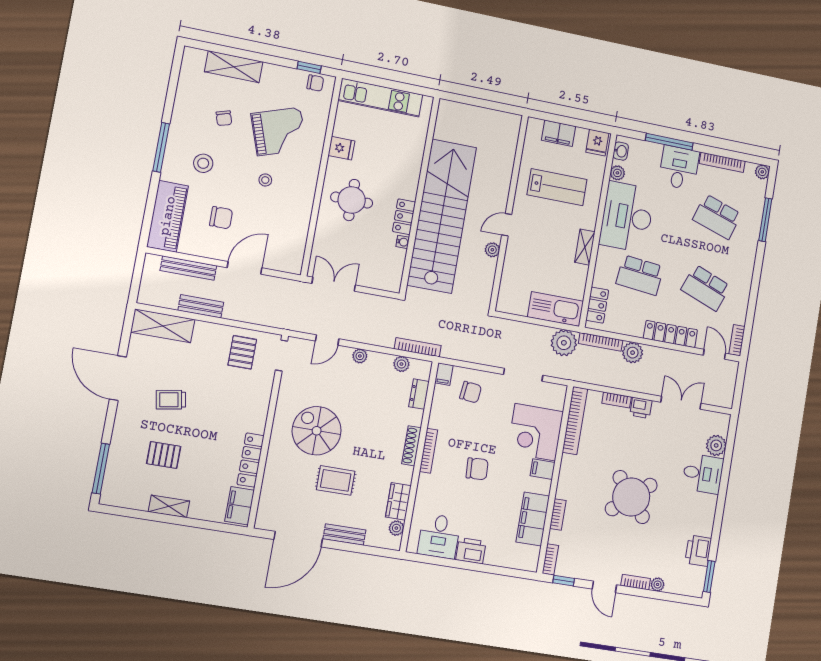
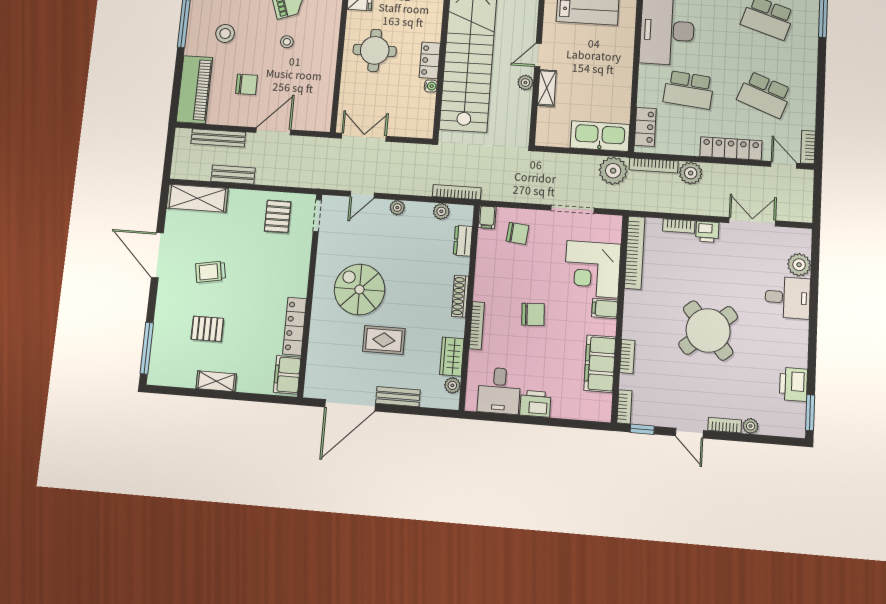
shelving: (585, 247) -> (547, 88), moved
bookcase: (429, 451) -> (477, 326), moved

